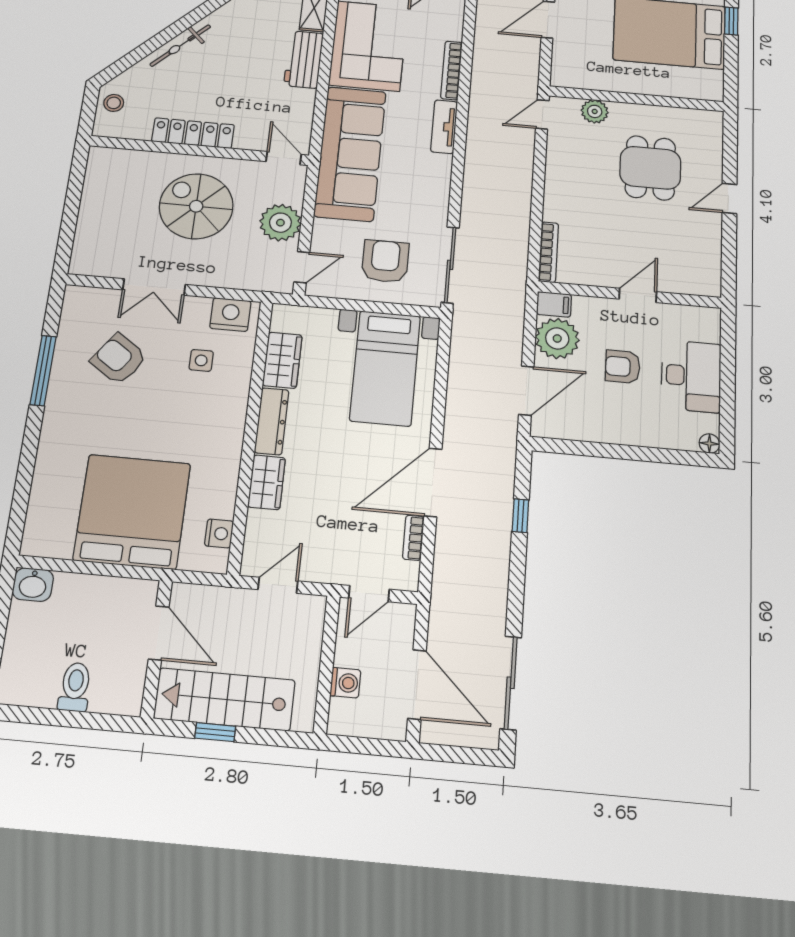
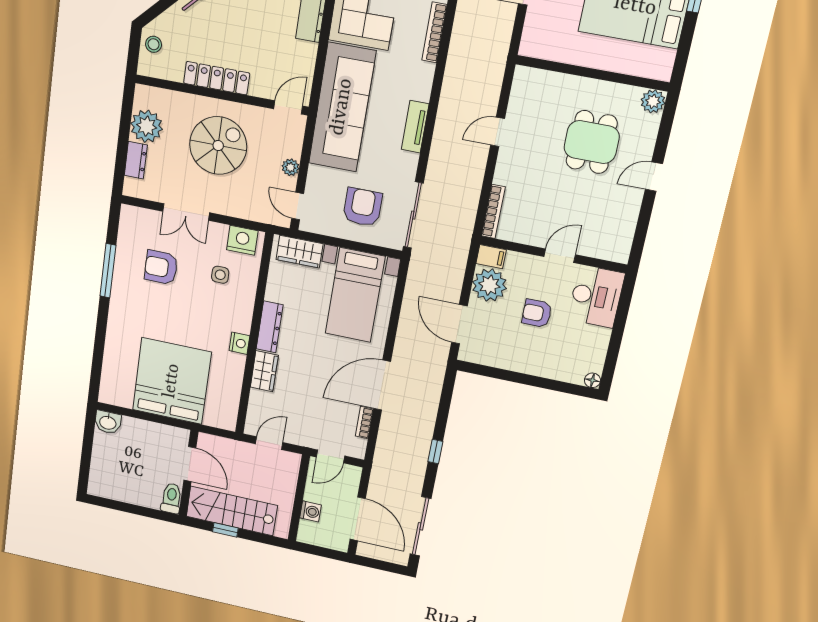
plant: (595, 111) -> (653, 101), moved
door: (542, 114) -> (497, 132), moved
tv unit: (444, 127) -> (415, 127), moved
door: (284, 158) -> (288, 107), hinge flipped
plant: (103, 192) -> (147, 126), added
spiral stairs: (196, 206) -> (218, 145), turned 90
plant: (280, 223) -> (290, 167), width x0.53, depth x0.53
dresser: (87, 231) -> (136, 160), added
door: (302, 267) -> (298, 206), swing flipped
armchair: (119, 359) -> (161, 267), turned -35
wardrobe: (282, 360) -> (300, 252), moved, turned 90
desk: (691, 376) -> (596, 296), moved
door: (526, 391) -> (459, 324), swing flipped
window: (520, 516) -> (435, 451), moved
nightstand: (219, 533) -> (239, 343), moved
toilet: (75, 687) -> (171, 498), moved

